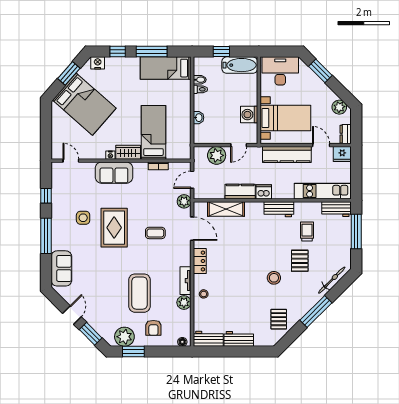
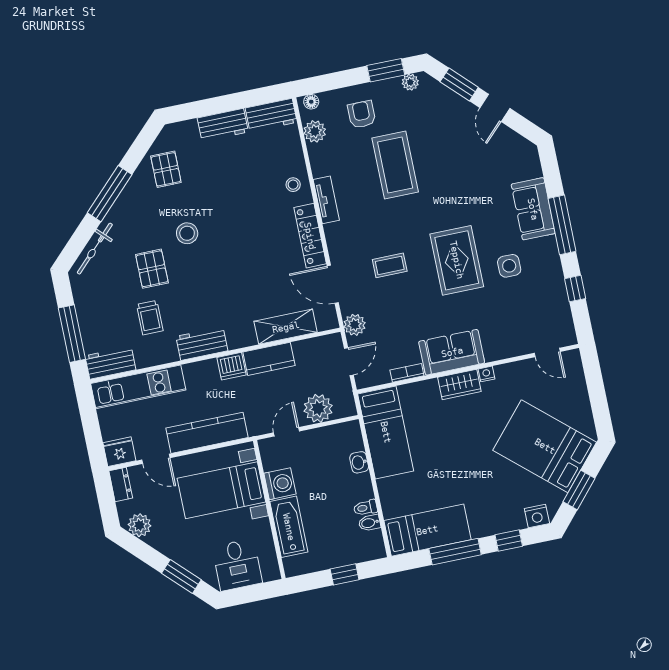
bathtub: (240, 65) -> (289, 527), moved, turned 90
desk: (280, 71) -> (237, 565), width x0.73
bed: (153, 132) -> (386, 432), moved
sofa: (114, 173) -> (452, 352), moved
locker: (200, 261) -> (310, 236), width x1.53
sofa: (61, 268) -> (533, 209), moved
plant: (184, 302) -> (315, 131), moved
plant: (124, 337) -> (410, 82), width x0.53, depth x0.53

